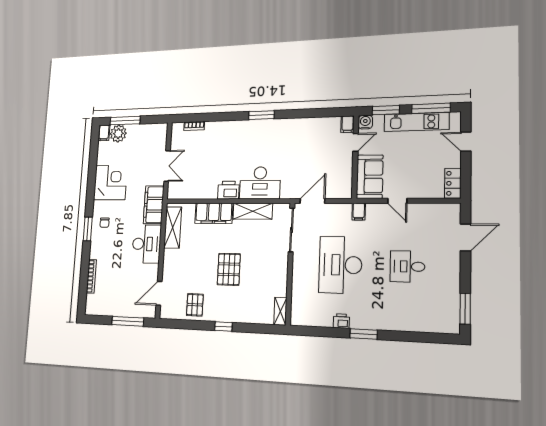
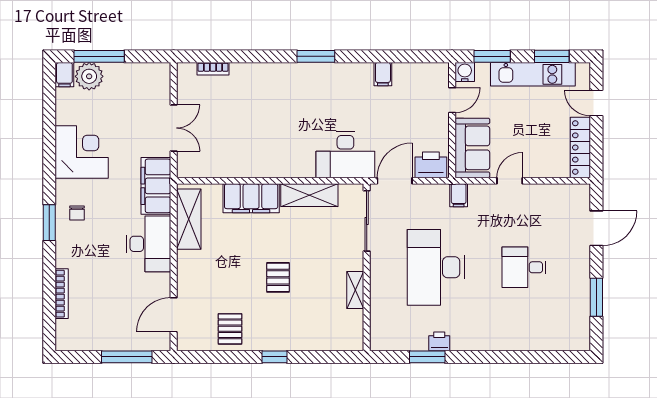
window: (431, 108) -> (552, 56), width x0.69
filing cabinet: (348, 124) -> (383, 74), moved
desk: (260, 183) -> (345, 155), moved
locker: (453, 183) -> (580, 147), width x1.53
printer: (228, 190) -> (431, 165), moved
door: (397, 201) -> (510, 181), swing flipped
pallet: (229, 269) -> (278, 277), width x0.67, depth x0.71
window: (465, 309) -> (596, 297), moved
shelving: (280, 311) -> (355, 290), moved
window: (364, 334) -> (427, 357), moved

